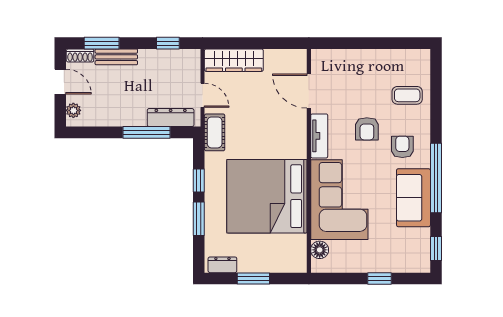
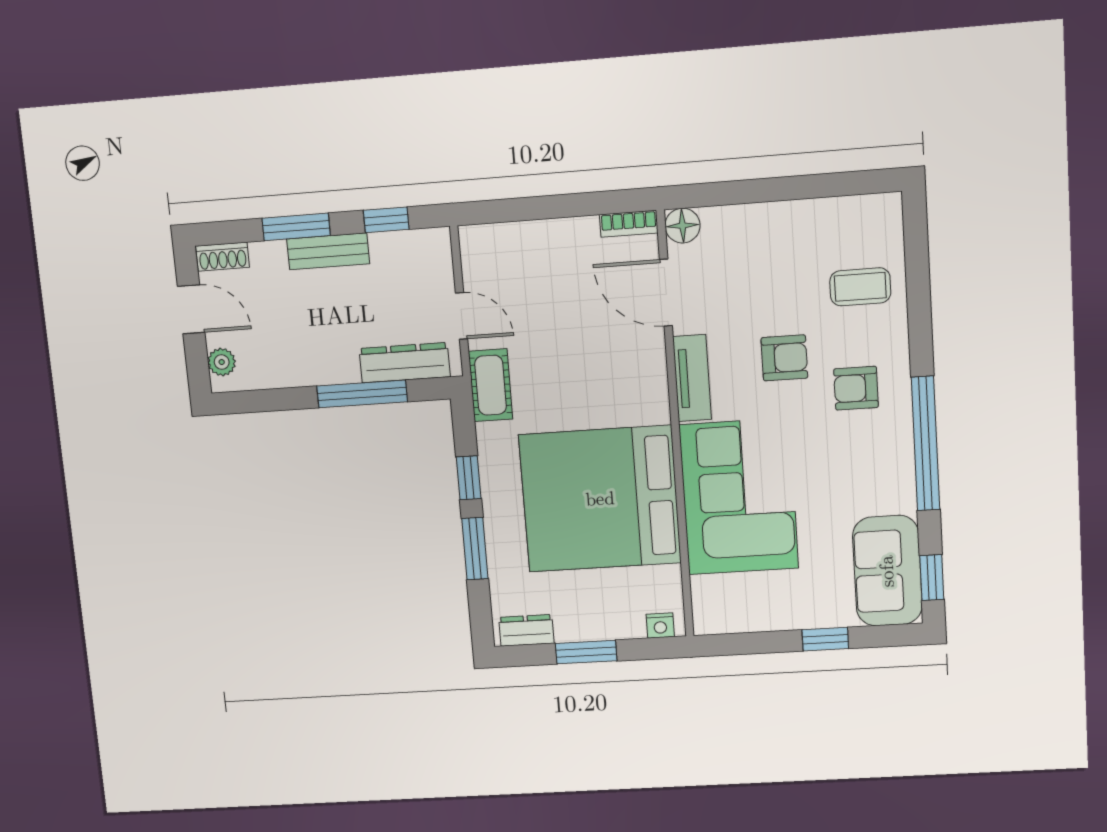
window: (102, 43) -> (296, 227), moved
bookcase: (292, 55) -> (629, 224), added
bench: (116, 57) -> (328, 251), moved
wardrobe: (234, 60) -> (516, 243), removed
armchair: (367, 129) -> (784, 358), turned -90
armchair: (402, 147) -> (856, 388), turned -90
sofa: (413, 198) -> (887, 571), moved
floor lamp: (320, 250) -> (683, 226), moved
nightstand: (294, 266) -> (660, 626), added

